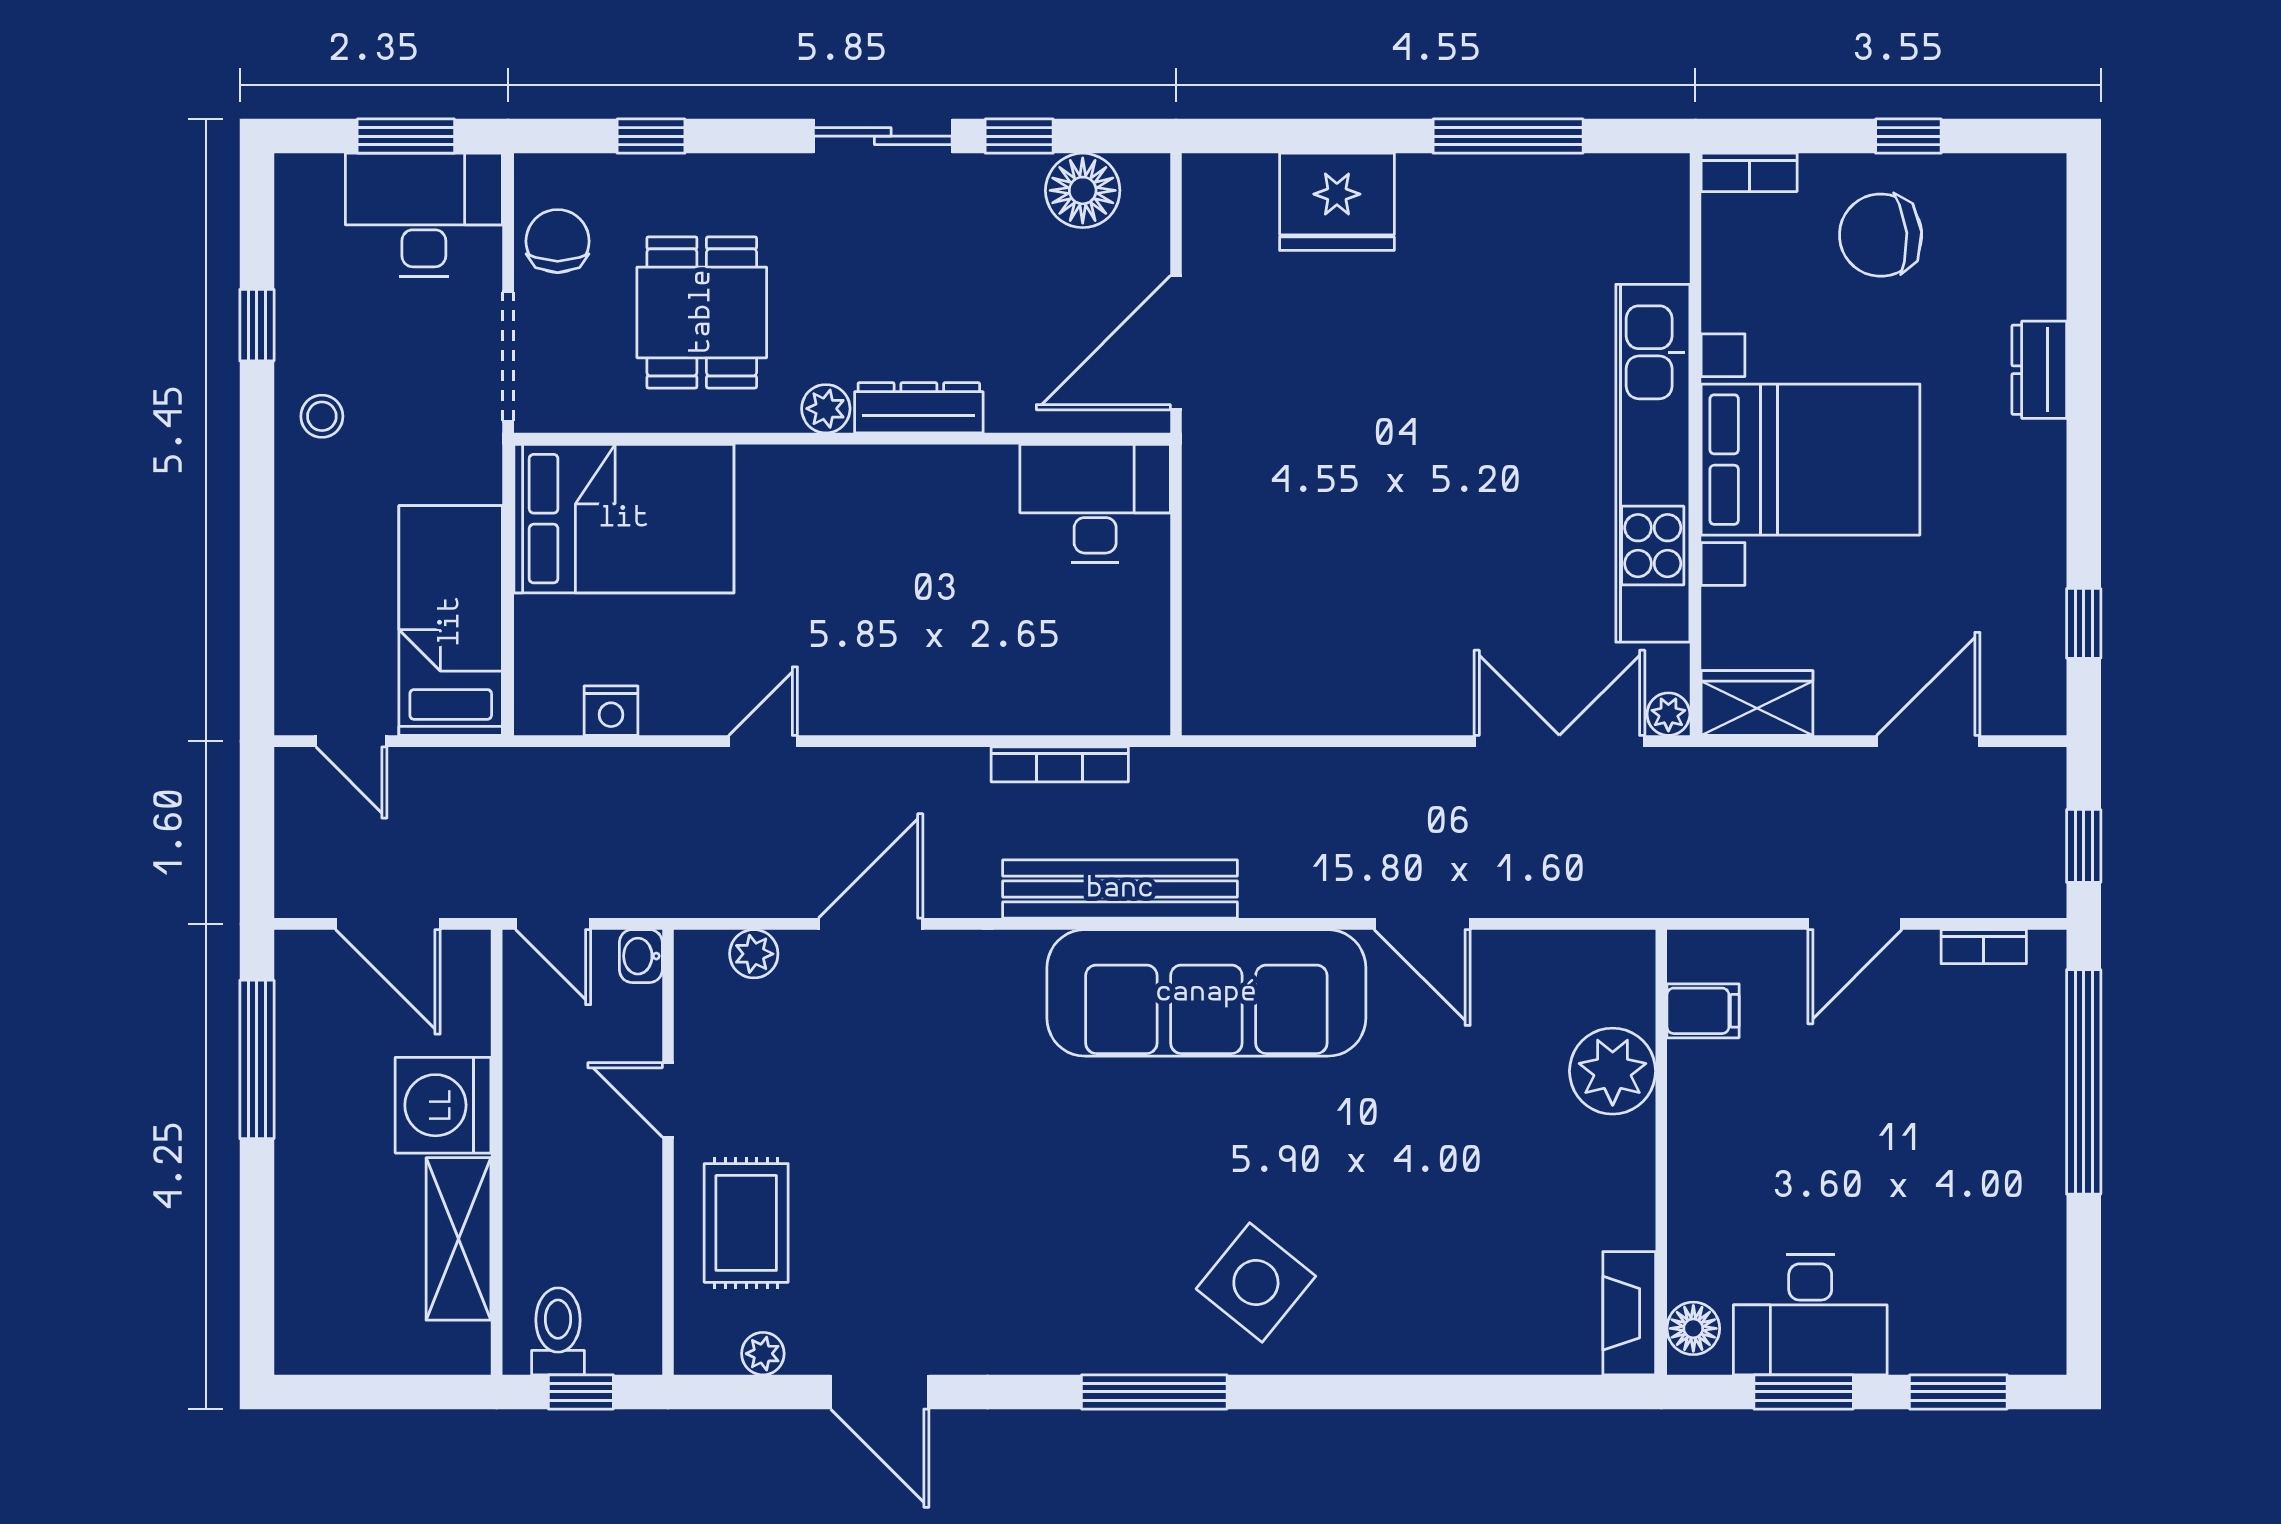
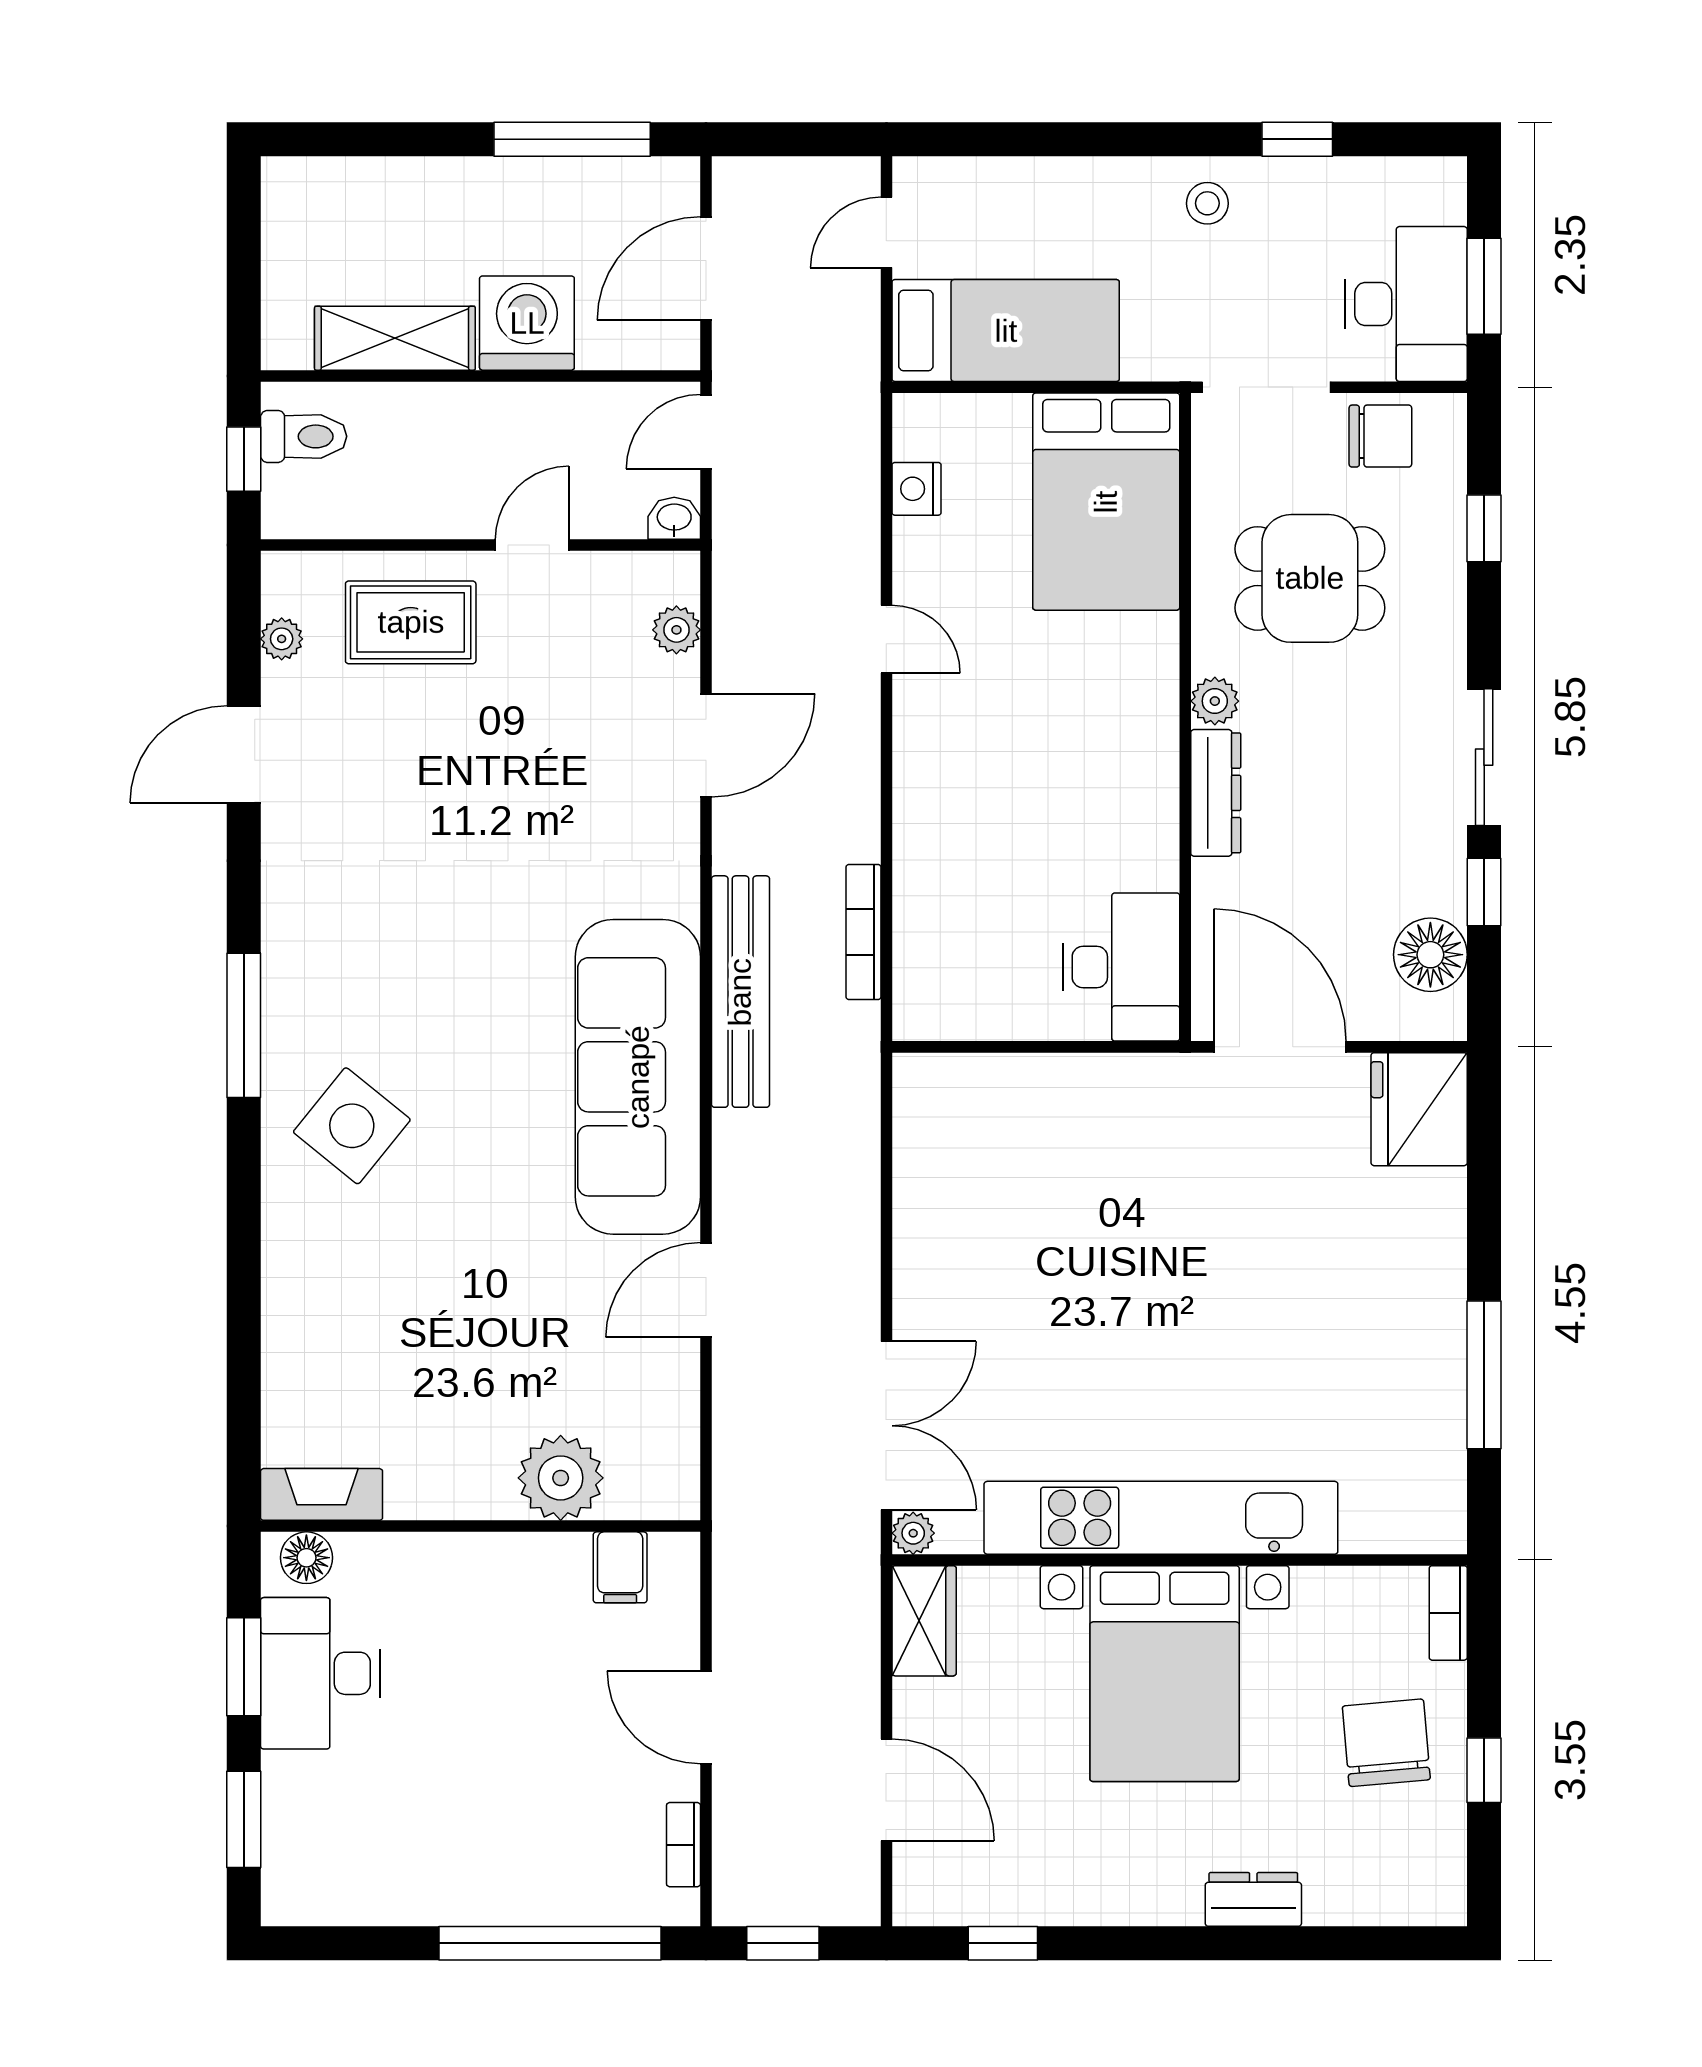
fridge: (1337, 202) -> (1419, 1109), moved
door: (871, 924) -> (706, 745), hinge flipped

